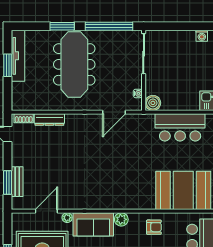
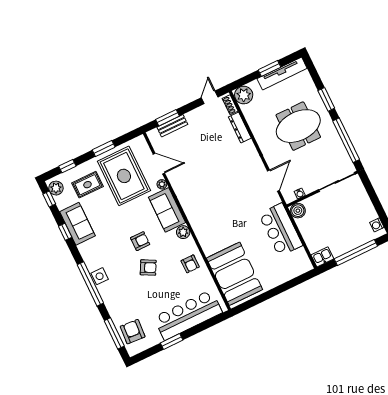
meeting table: (74, 64) -> (298, 126), width x0.73
plant: (21, 101) -> (244, 95), added
door: (114, 112) -> (273, 181), swing flipped
bar counter: (180, 127) -> (281, 230), moved

